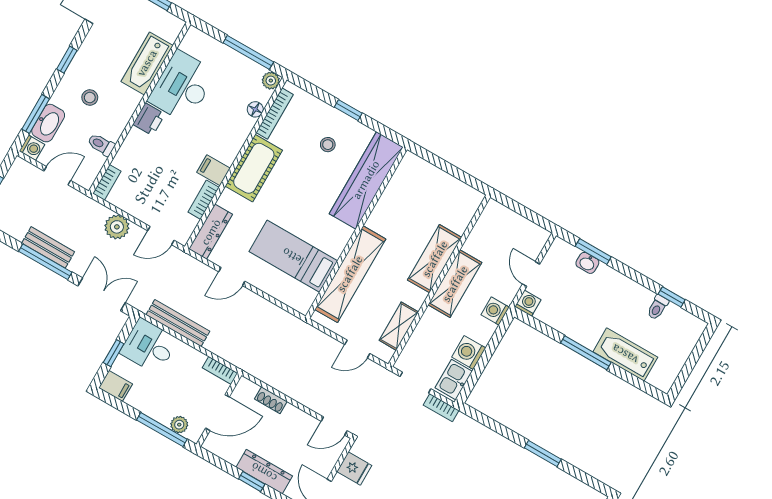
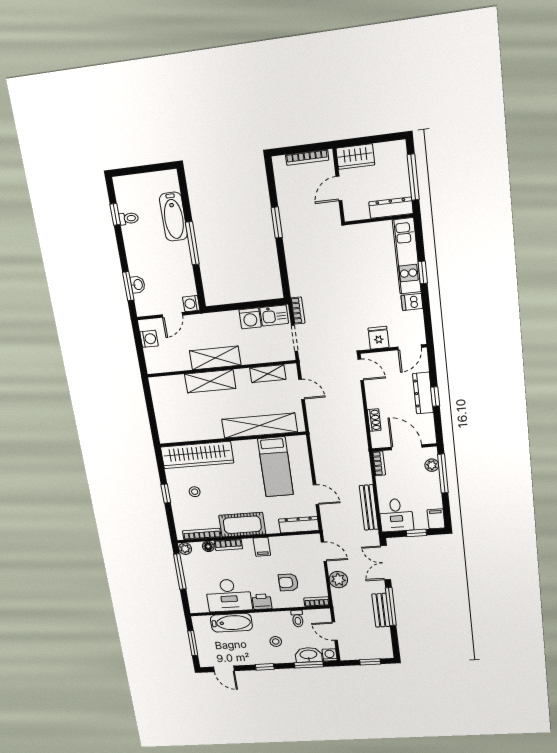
armchair: (152, 168) -> (288, 582), added
bookcase: (204, 200) -> (228, 545), moved
washing machine: (495, 311) -> (149, 339), moved, turned -90

